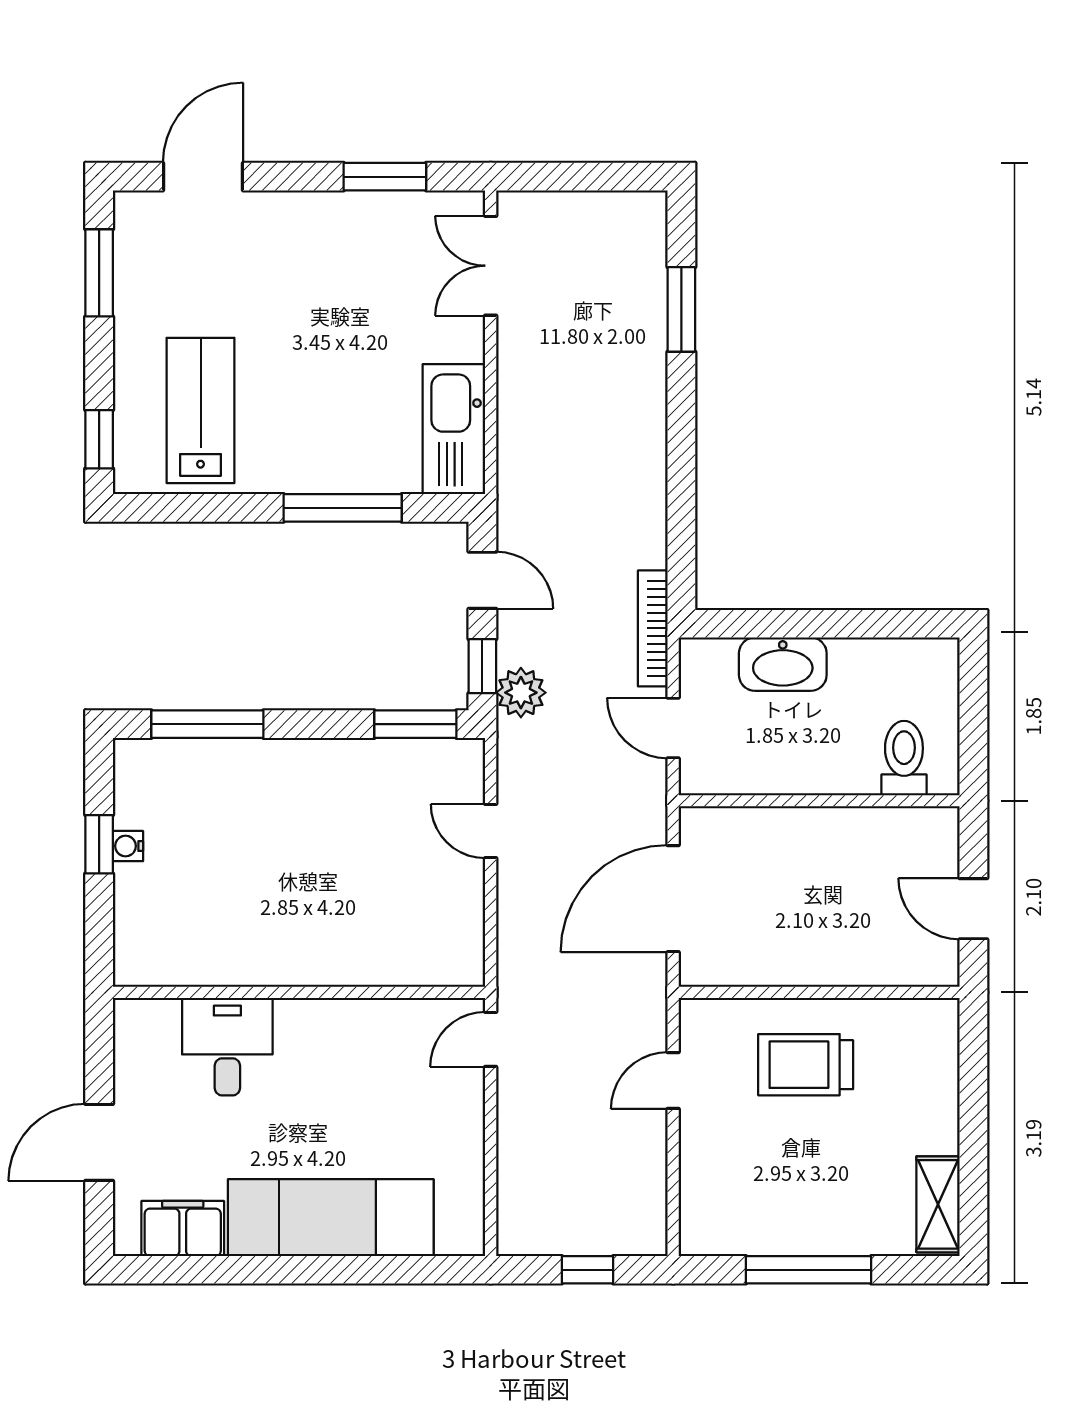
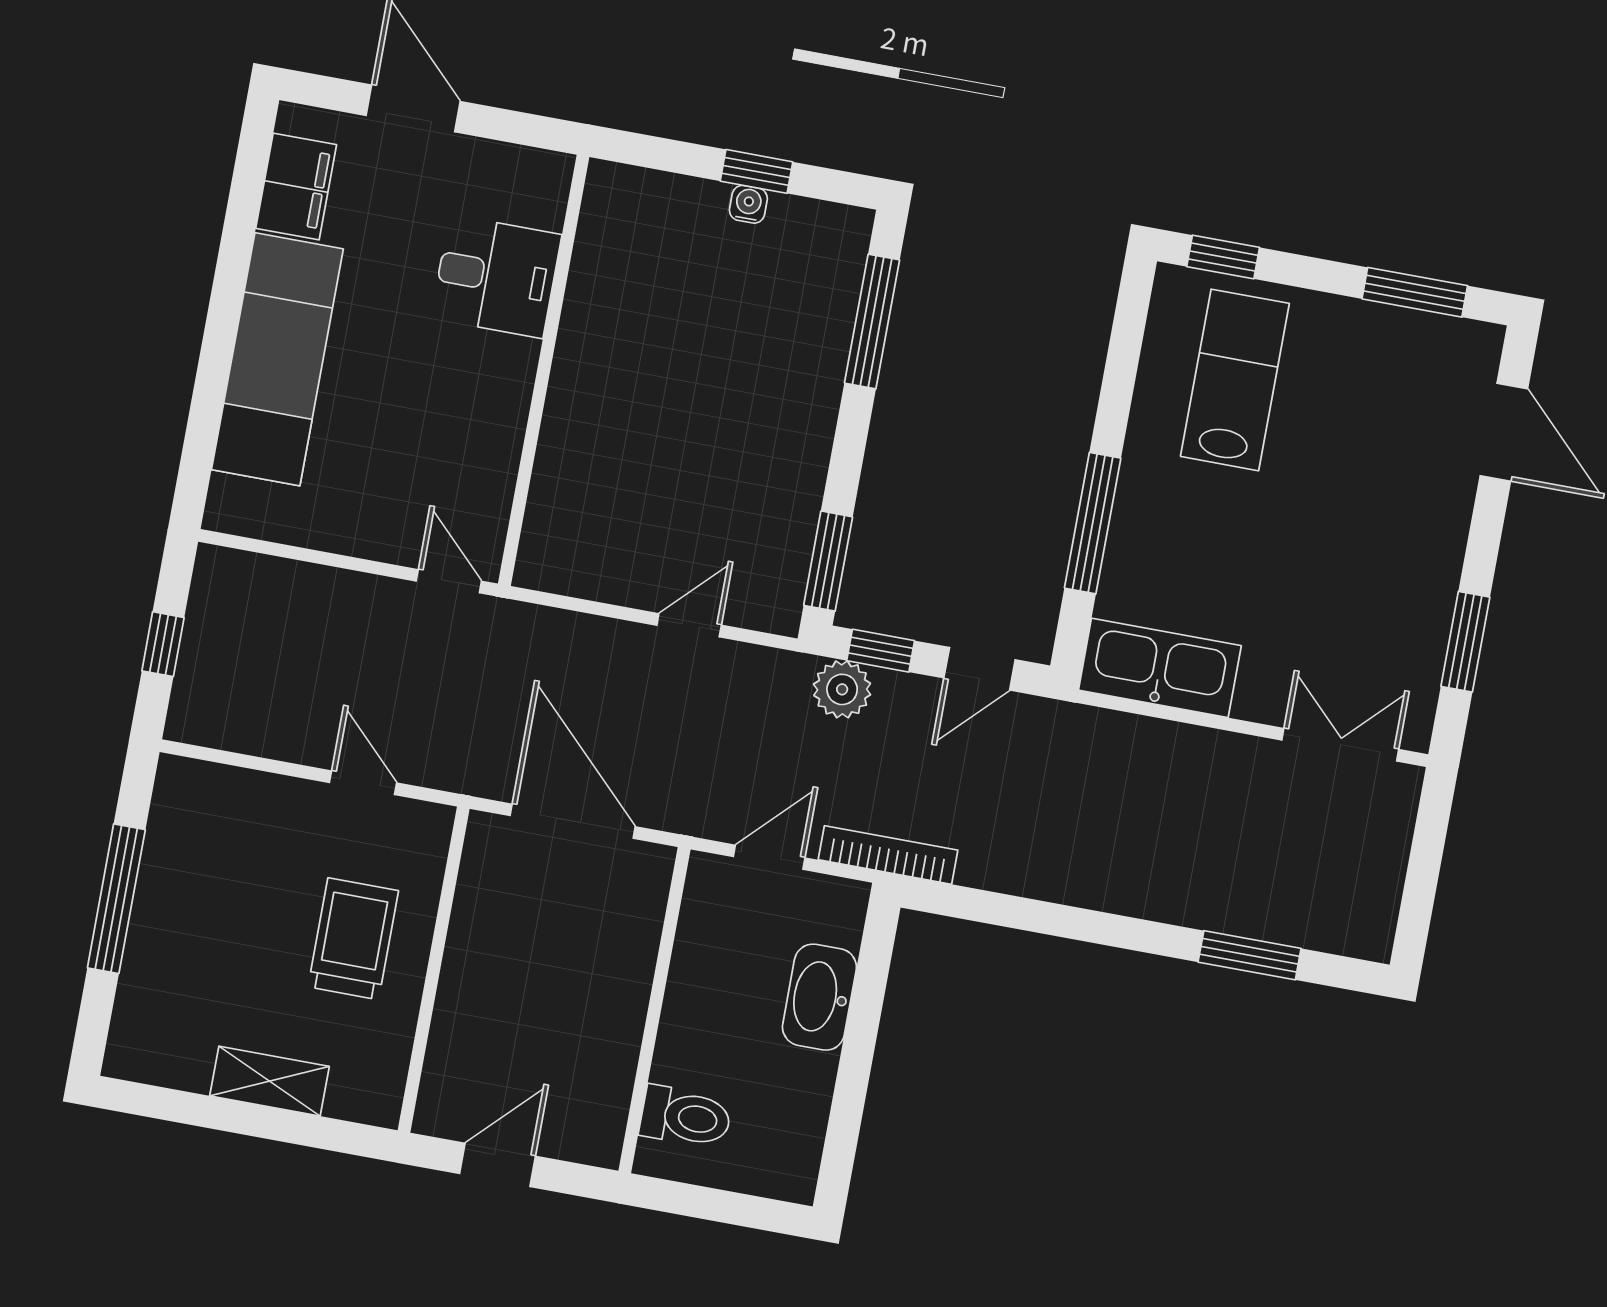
lab bench: (201, 410) -> (1235, 380), turned -90
shelving: (938, 1204) -> (269, 1081), moved

